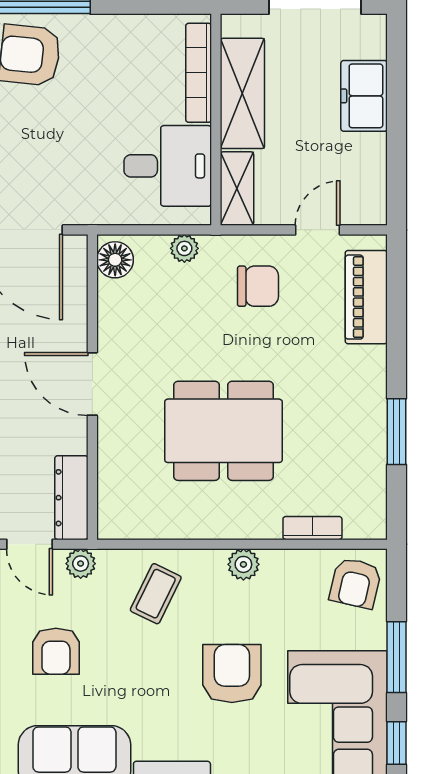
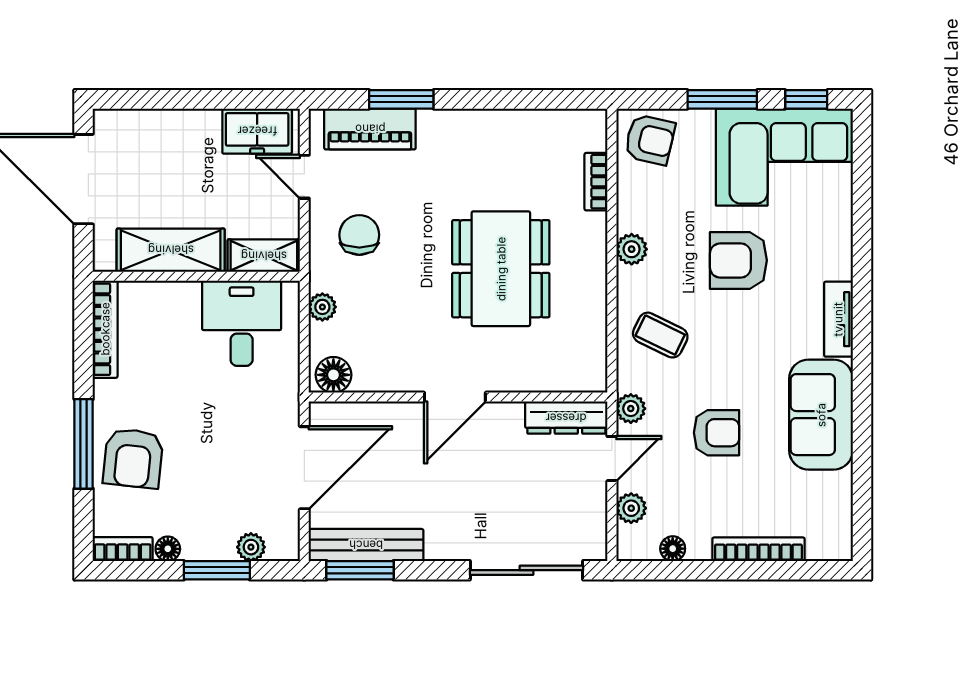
bookcase: (199, 73) -> (105, 329), moved, turned -90
freezer: (364, 96) -> (257, 131), moved
window: (397, 432) -> (401, 99), moved

